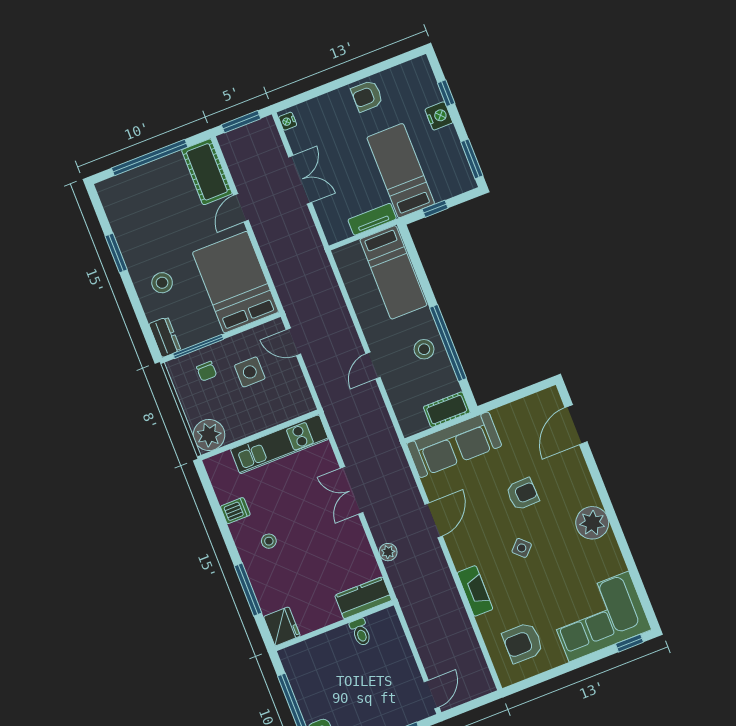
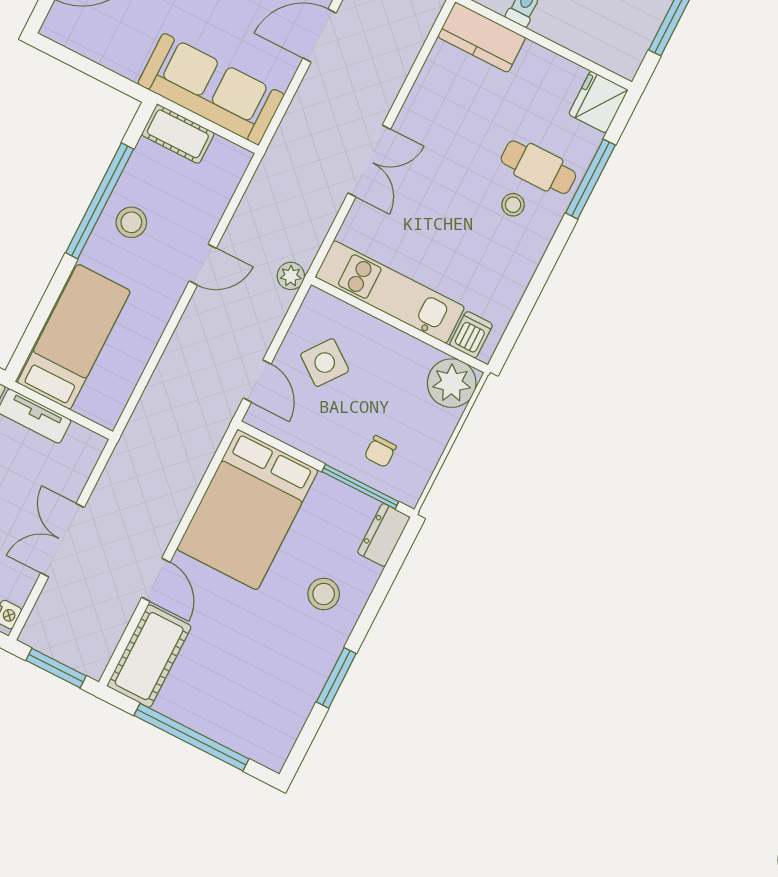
door: (241, 208) -> (156, 580), hinge flipped
chair: (207, 371) -> (380, 451), turned 180
side table: (250, 372) -> (325, 363), moved, turned 37
dishwasher: (235, 511) -> (471, 335), moved, turned 90
plant: (388, 552) -> (291, 276), moved
cafe table: (276, 569) -> (538, 167), added

